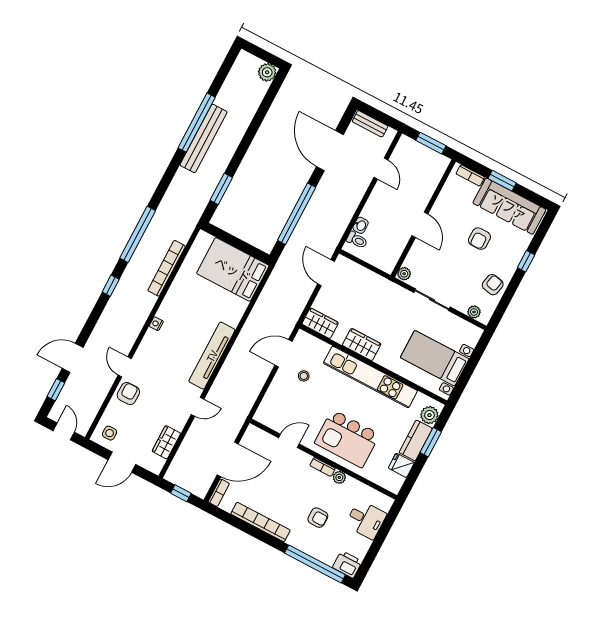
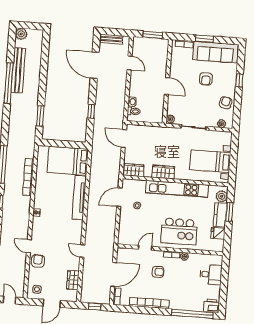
plant: (267, 72) -> (21, 34), moved
bench: (204, 138) -> (18, 70), moved
window: (297, 214) -> (91, 111), width x0.32
tv unit: (212, 356) -> (79, 198), moved
door: (198, 407) -> (82, 251), swing flipped
armchair: (318, 518) -> (158, 272), moved

